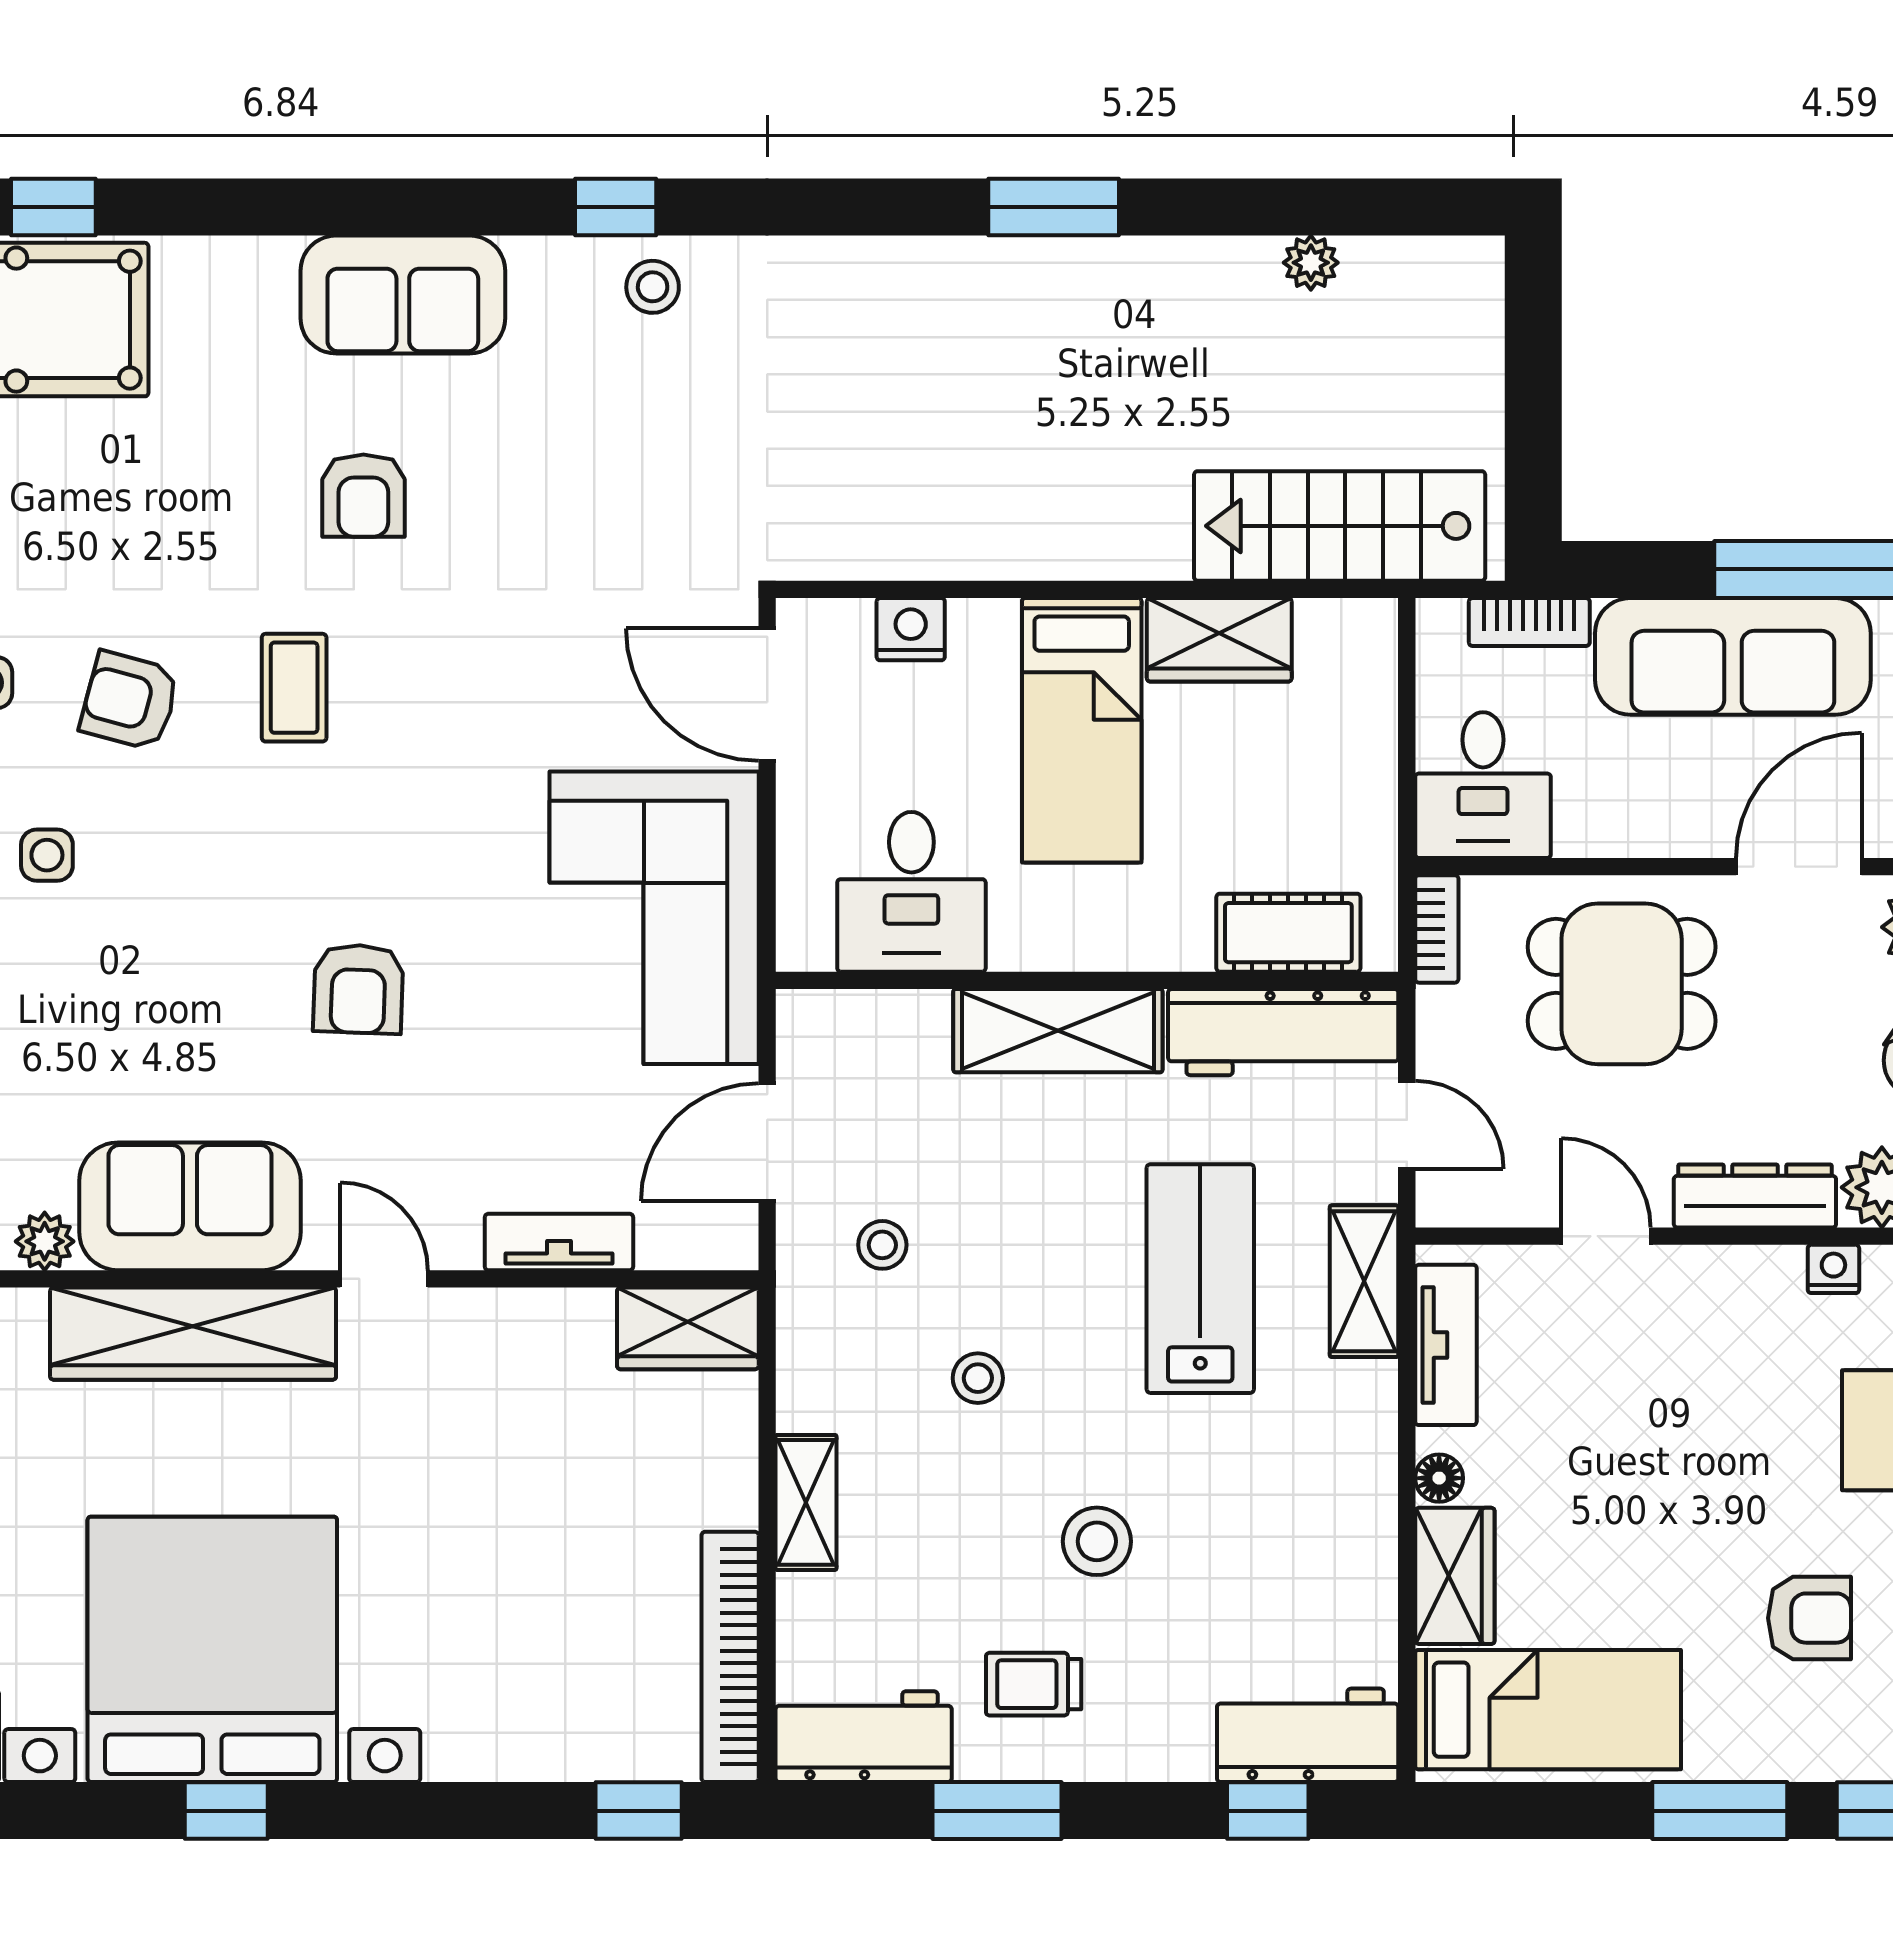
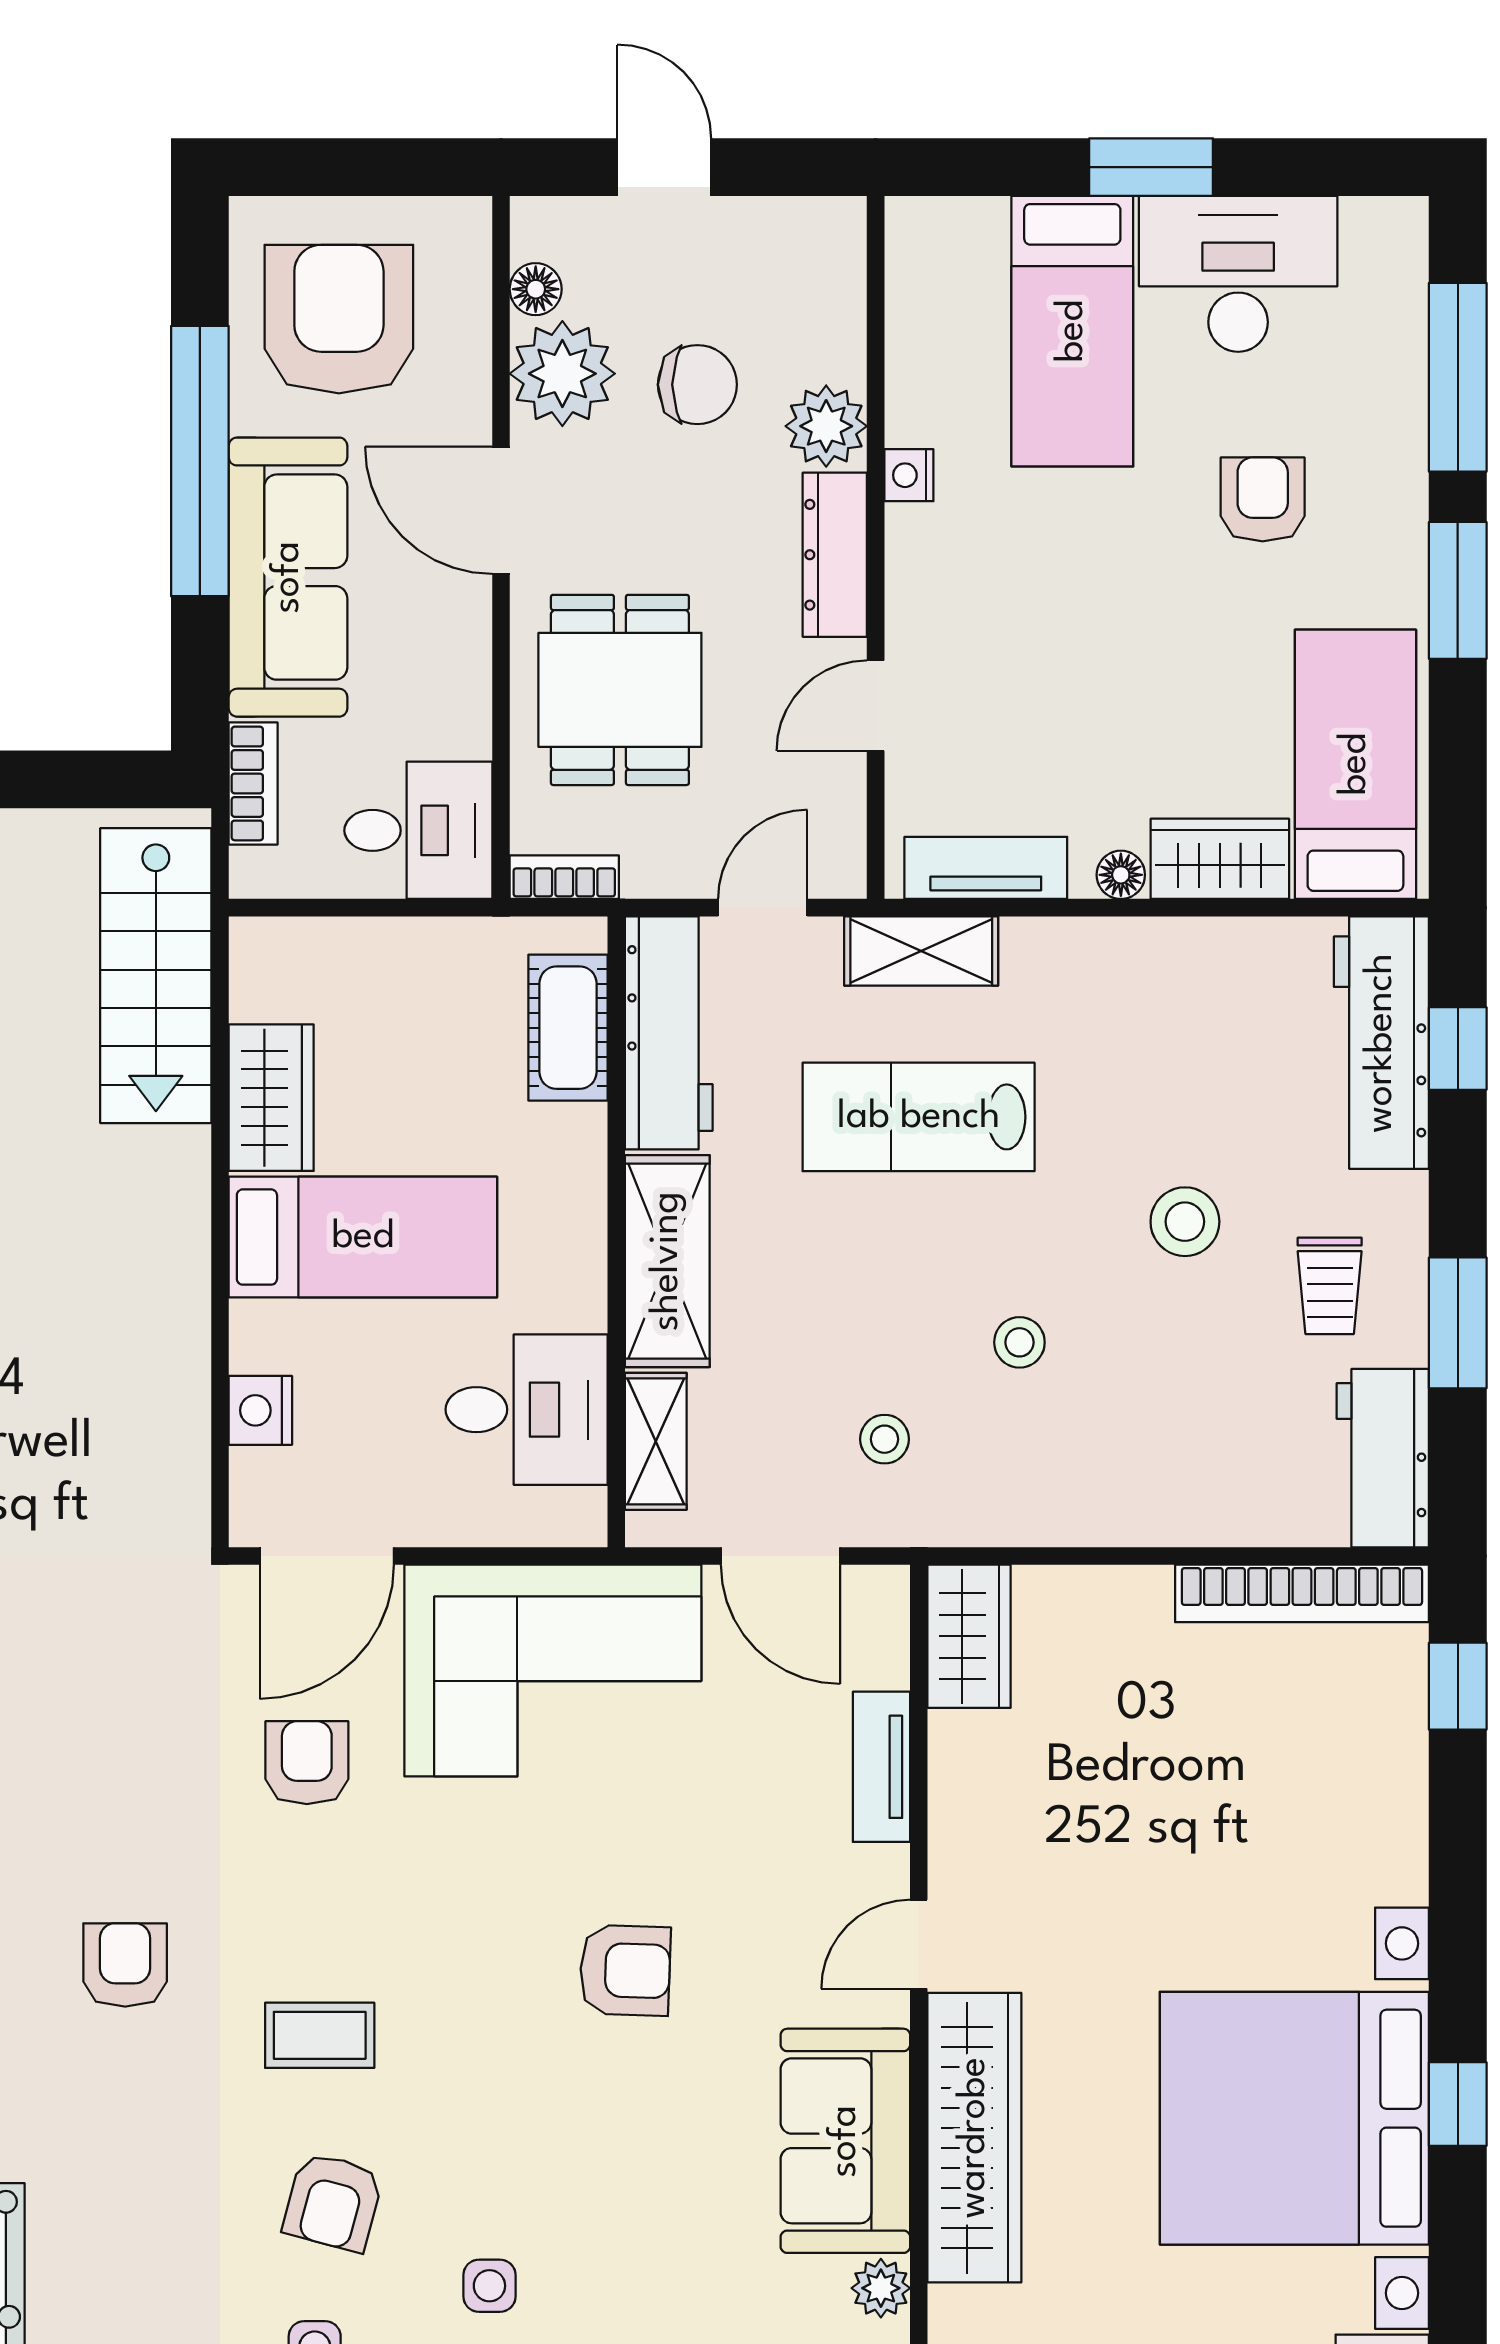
armchair: (363, 496) -> (125, 1965), turned -90
armchair: (563, 675) -> (307, 1763), added
shelving: (806, 1502) -> (656, 1441), moved, turned 90
workbench: (1308, 1735) -> (1381, 1043), width x1.38

